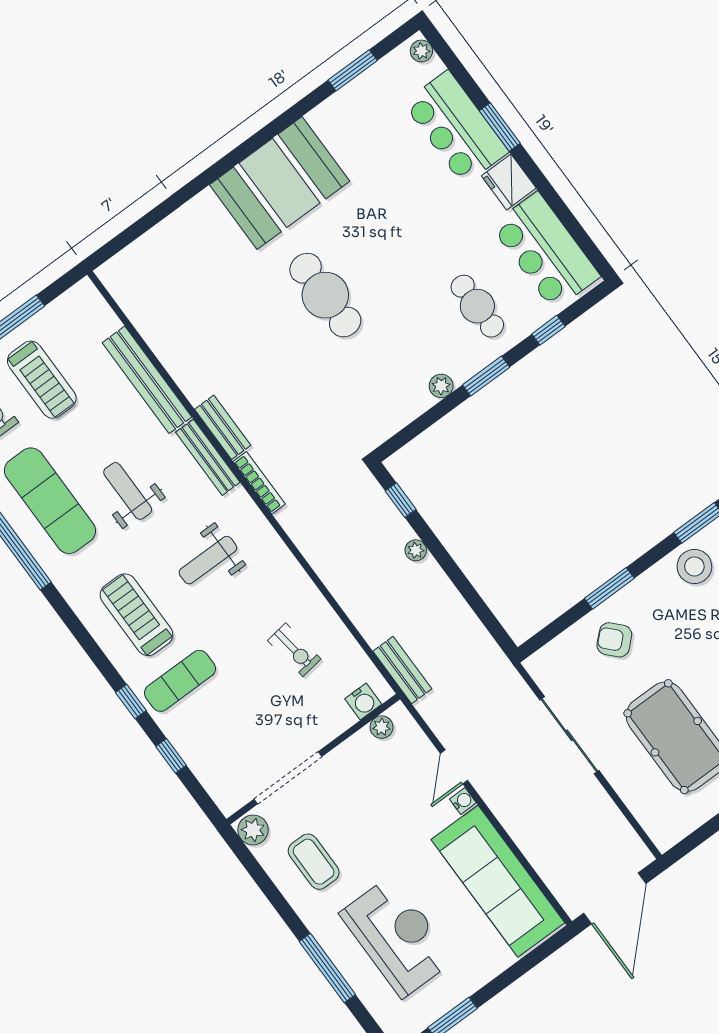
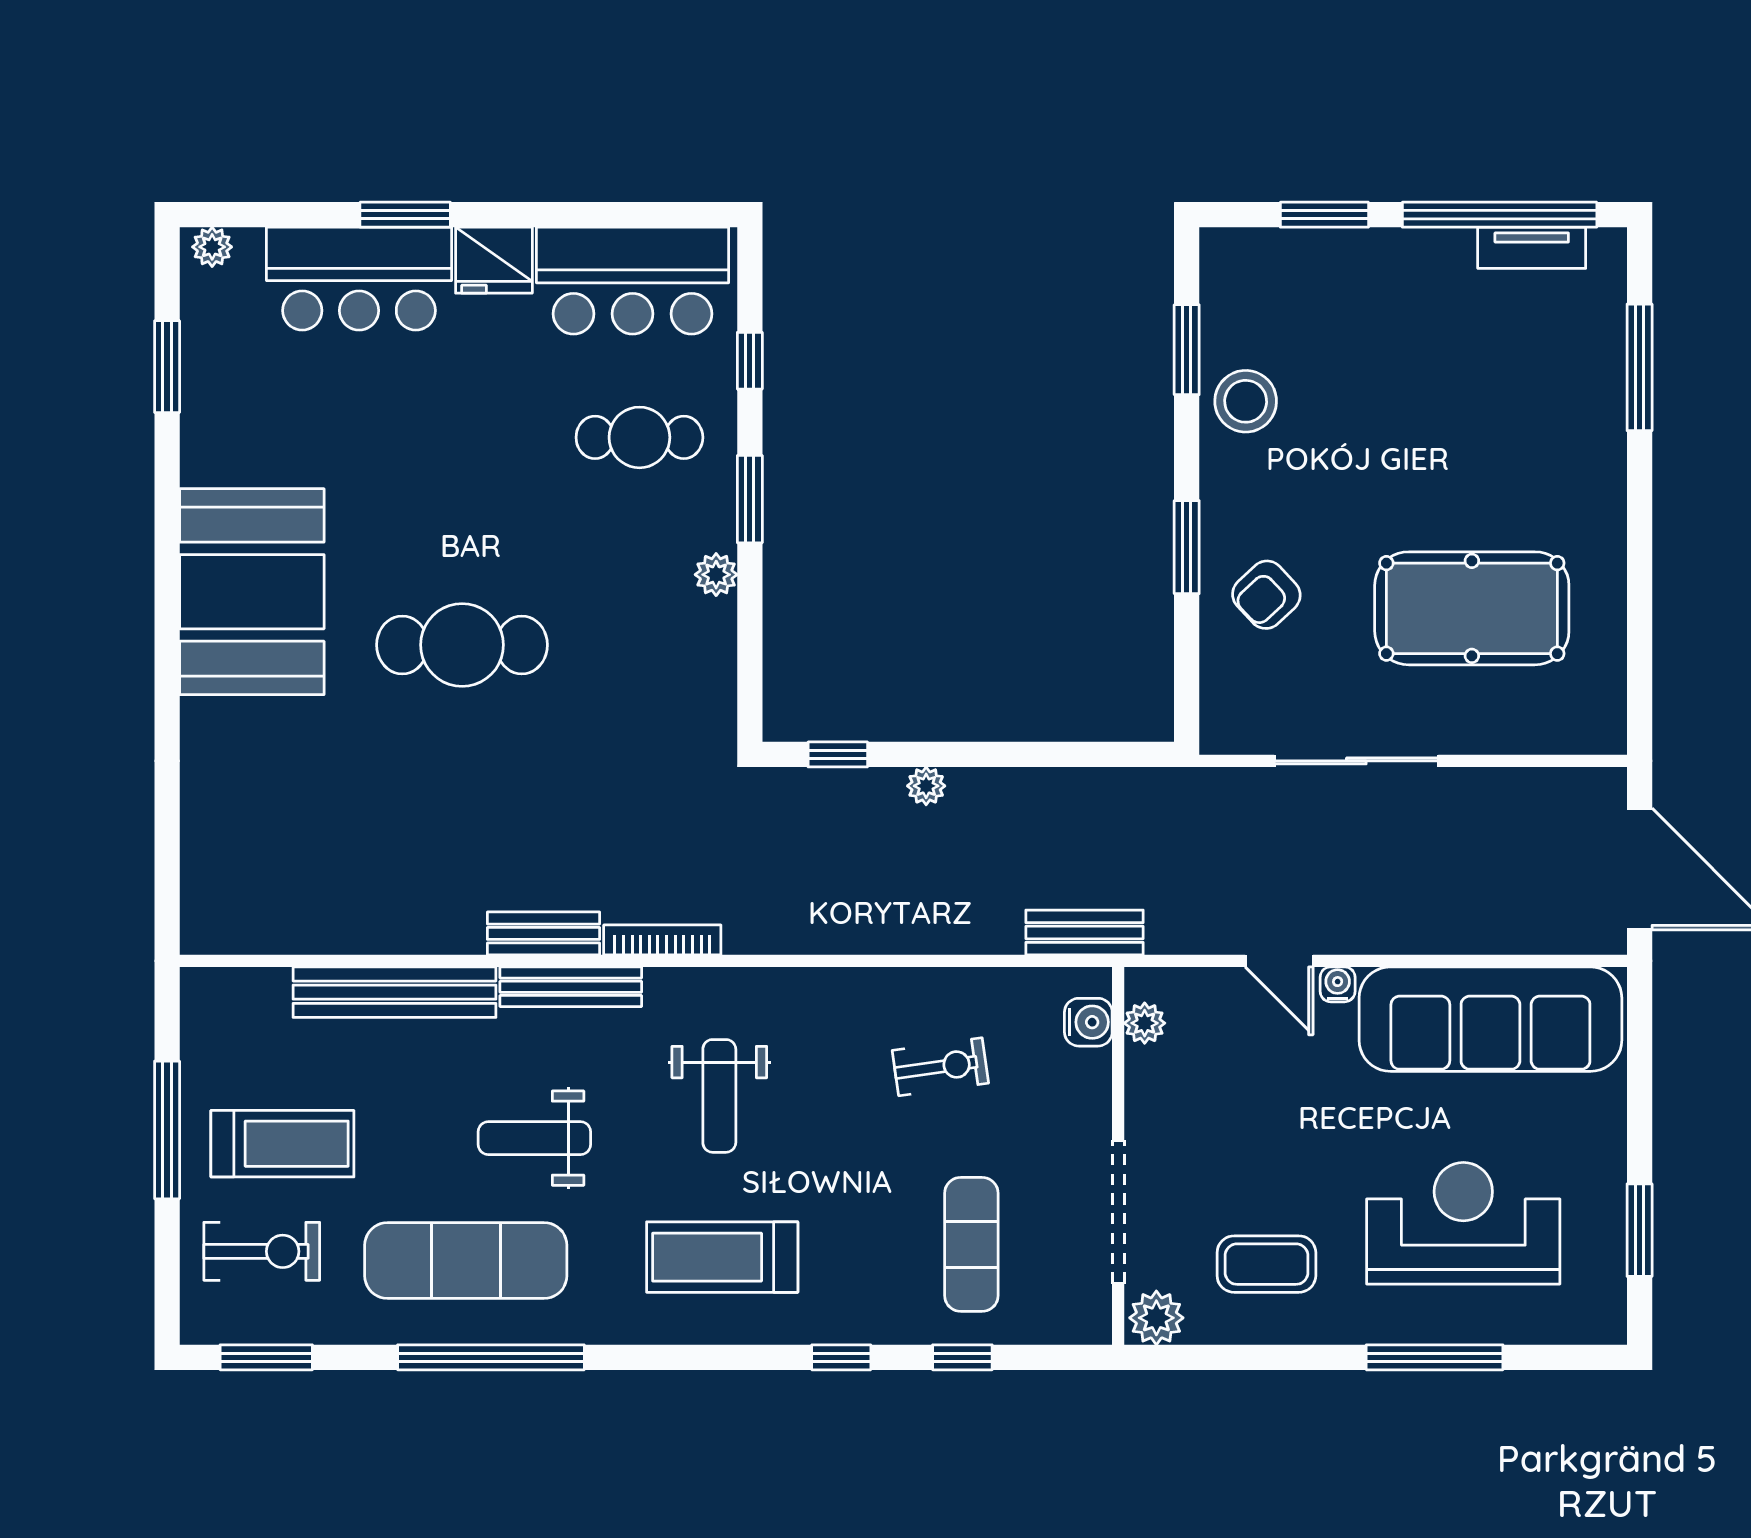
exercise mat: (180, 681) -> (971, 1244), moved

